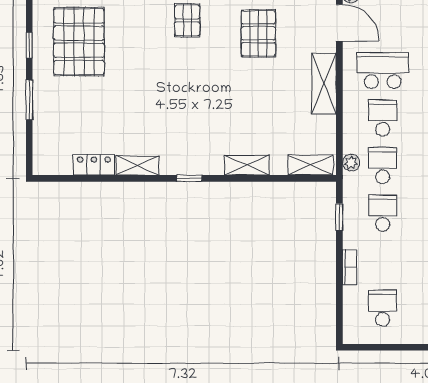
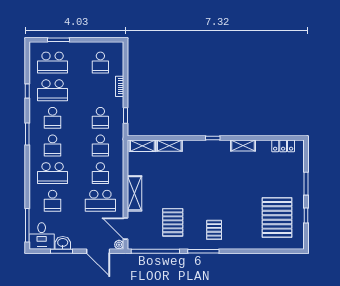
plant: (351, 163) -> (119, 147), removed
locker: (94, 165) -> (283, 146), moved
shelving: (247, 165) -> (169, 146), moved

